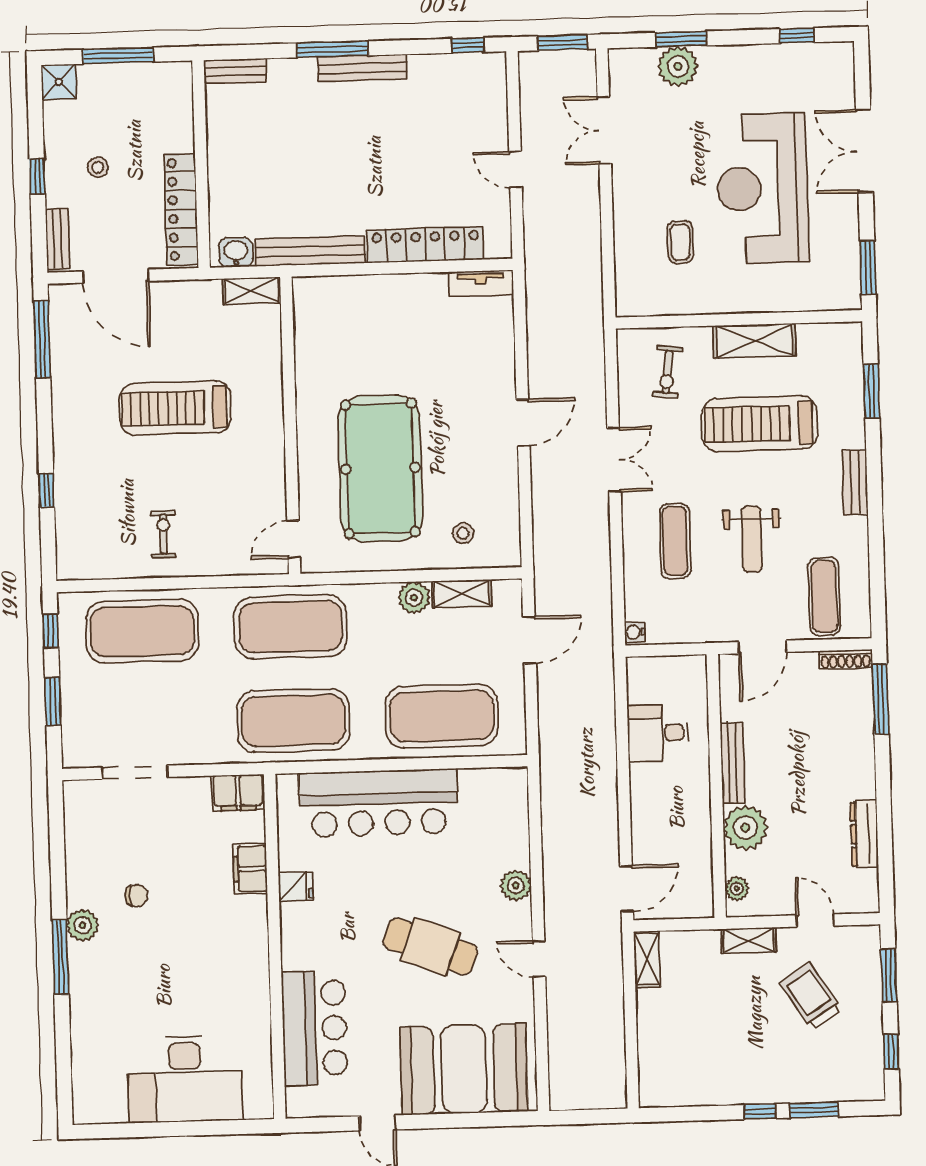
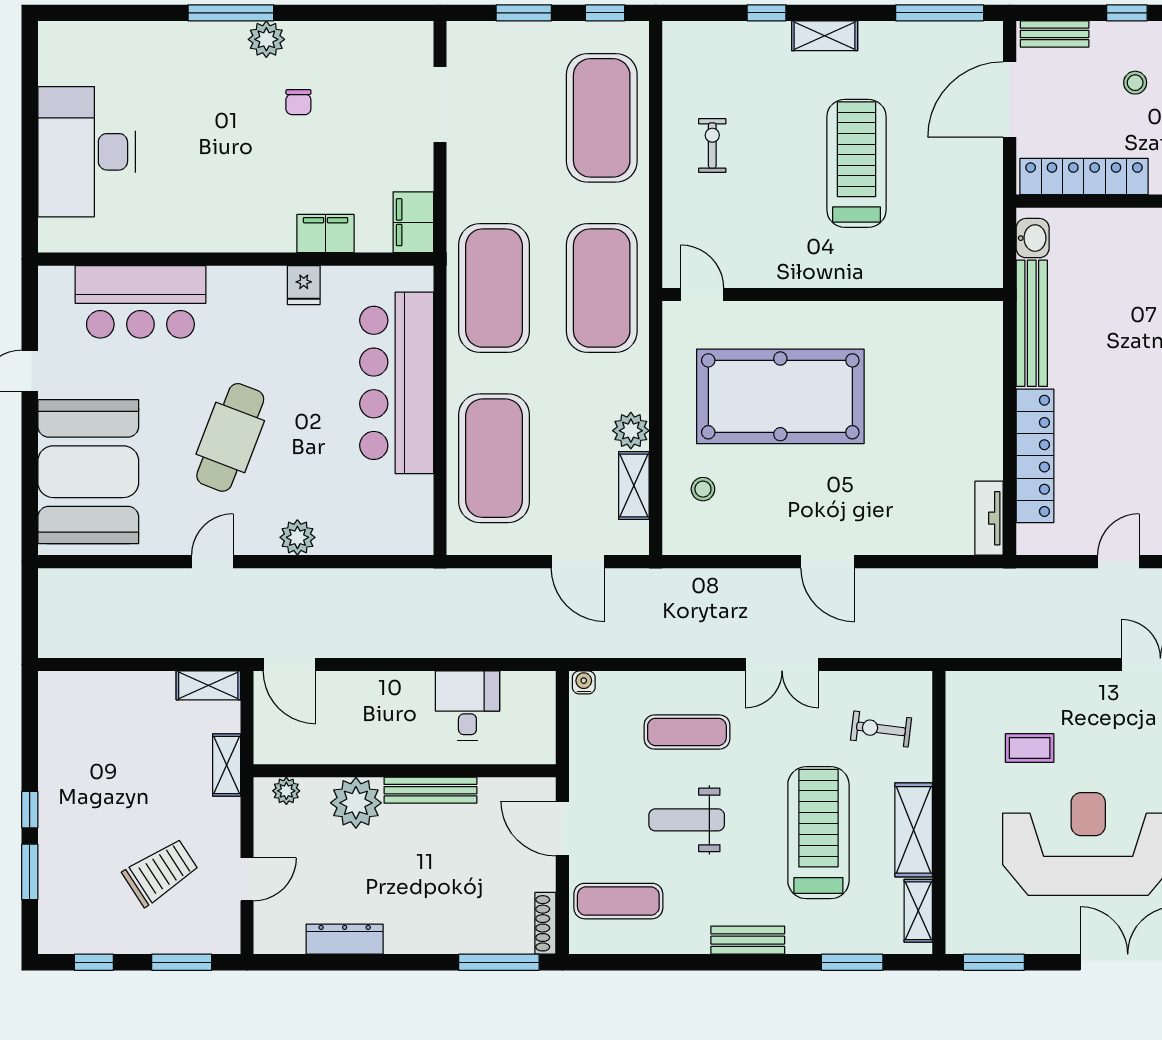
shelving: (252, 291) -> (825, 36), moved, turned 90
shelving: (825, 335) -> (918, 911), added
exercise bike: (163, 534) -> (712, 145), turned -90
shelving: (749, 940) -> (227, 765), moved

